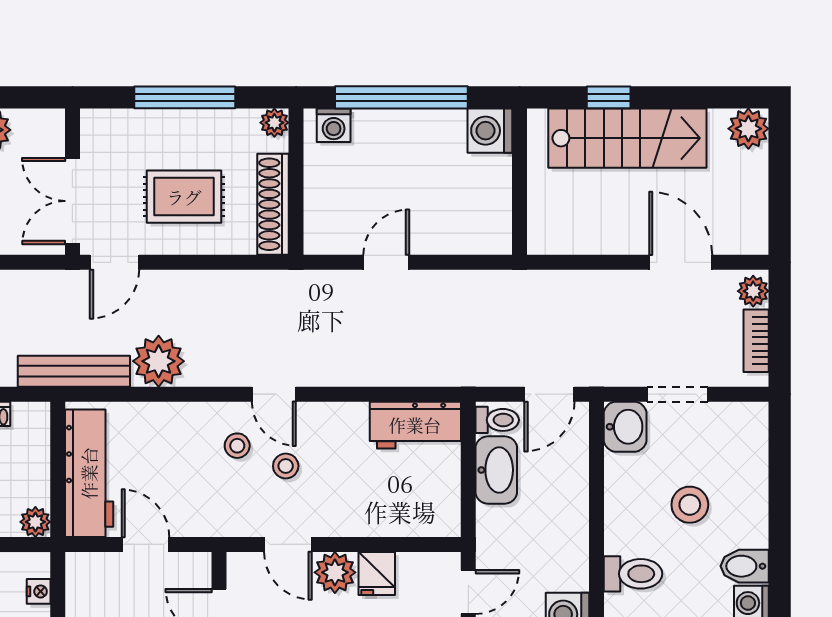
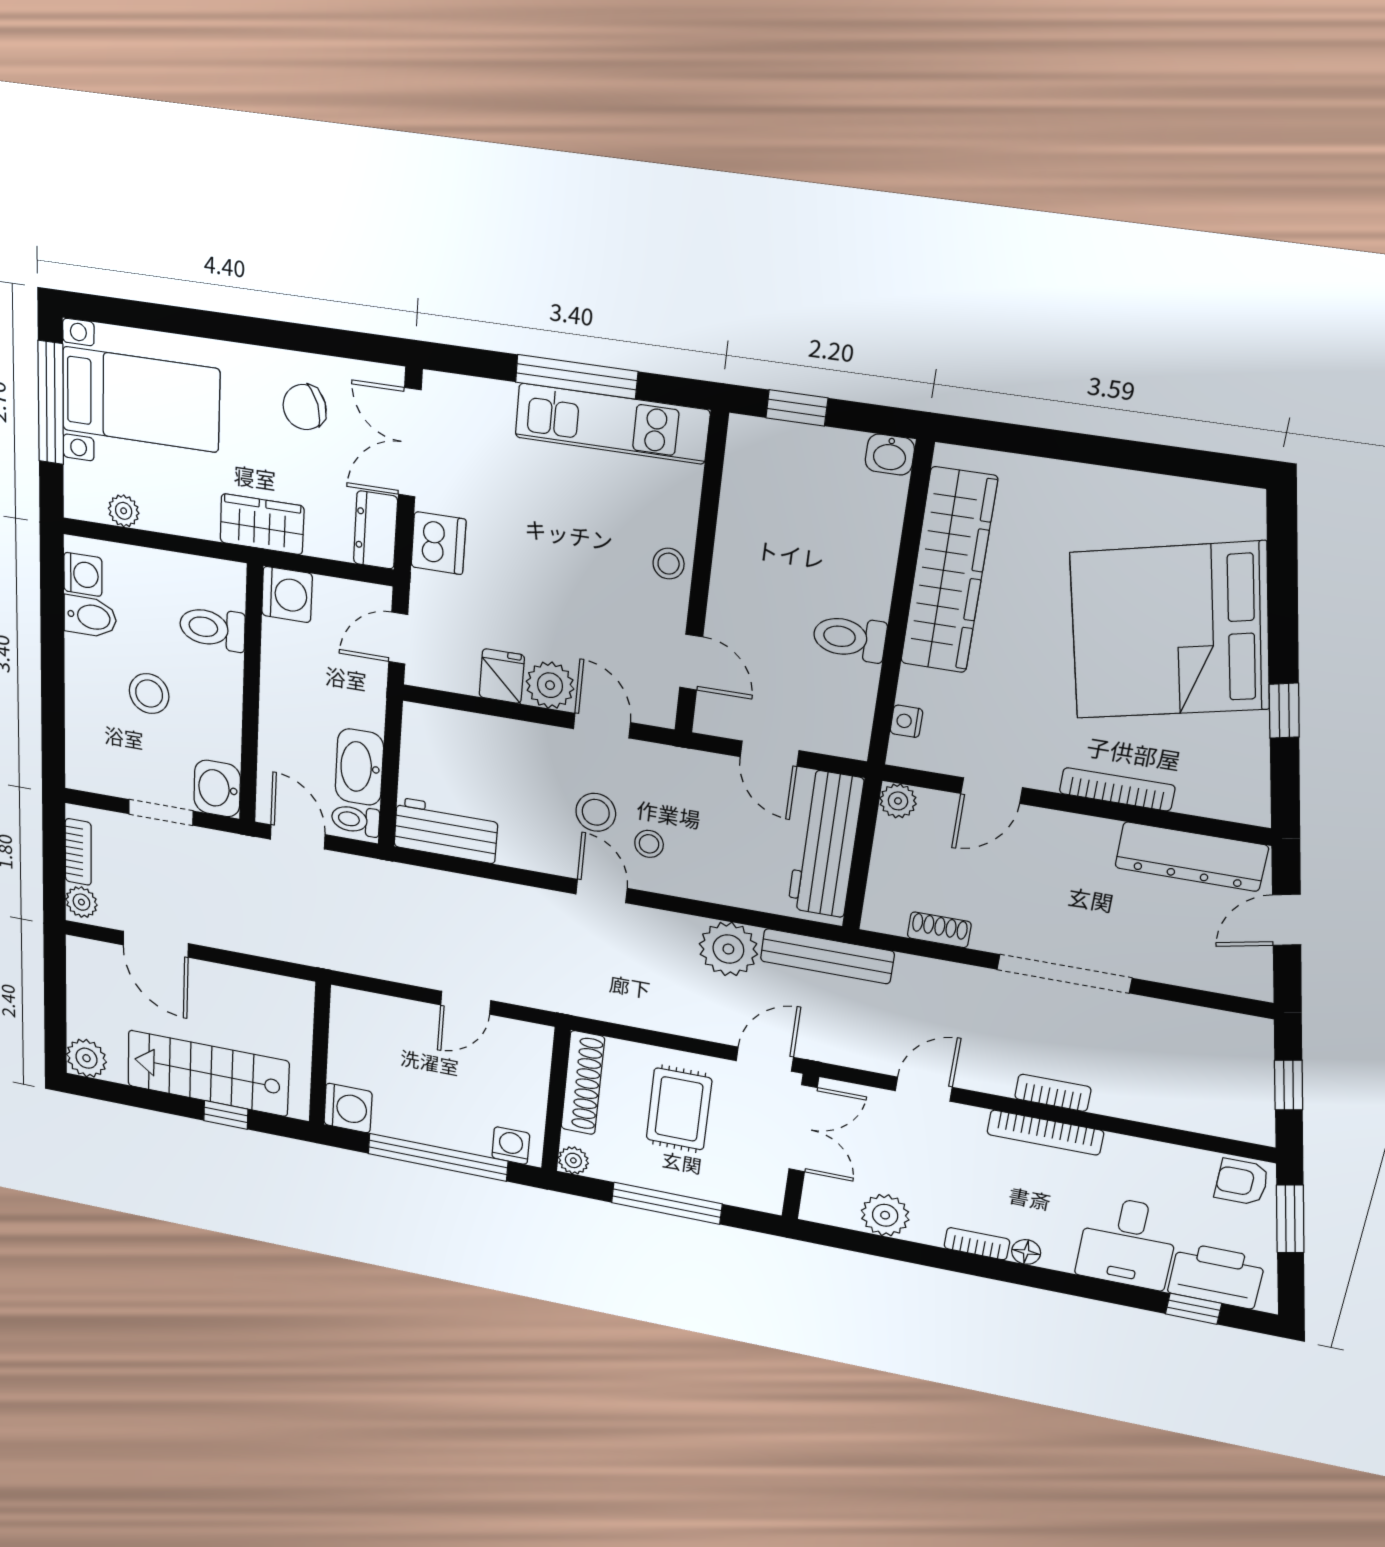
rug: (184, 197) -> (679, 1109), turned 90
door: (549, 394) -> (298, 837), hinge flipped
stool: (286, 466) -> (596, 812), width x1.37, depth x1.37

